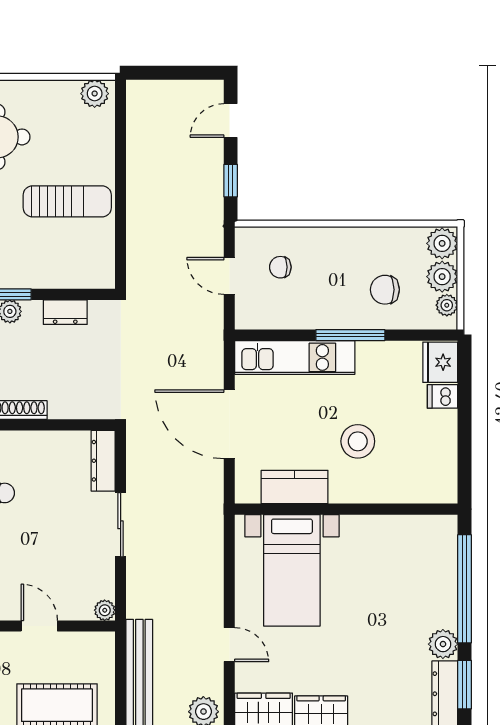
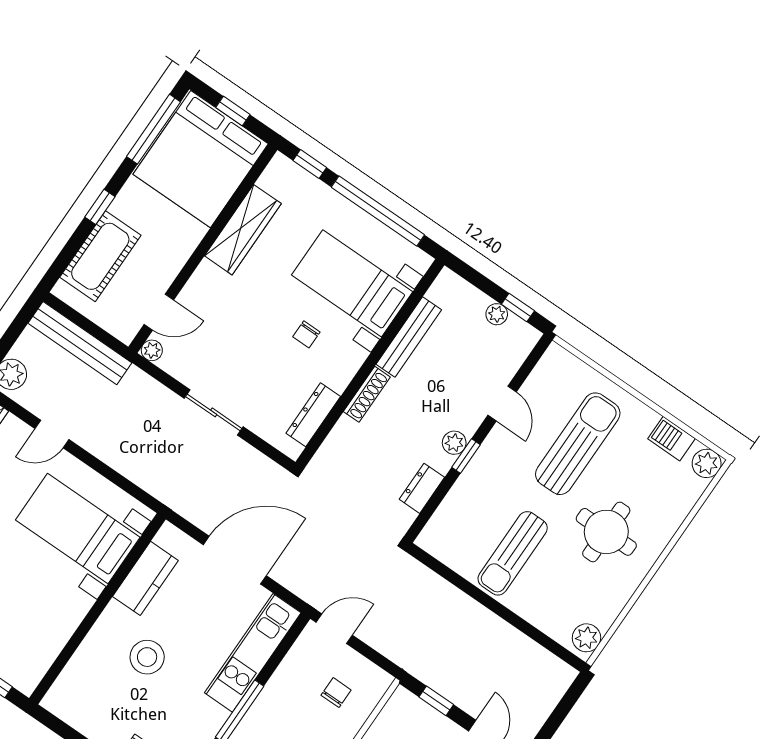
door: (229, 276) -> (334, 629), moved
dresser: (103, 461) -> (313, 415), moved, turned -90
door: (39, 626) -> (159, 312), moved

